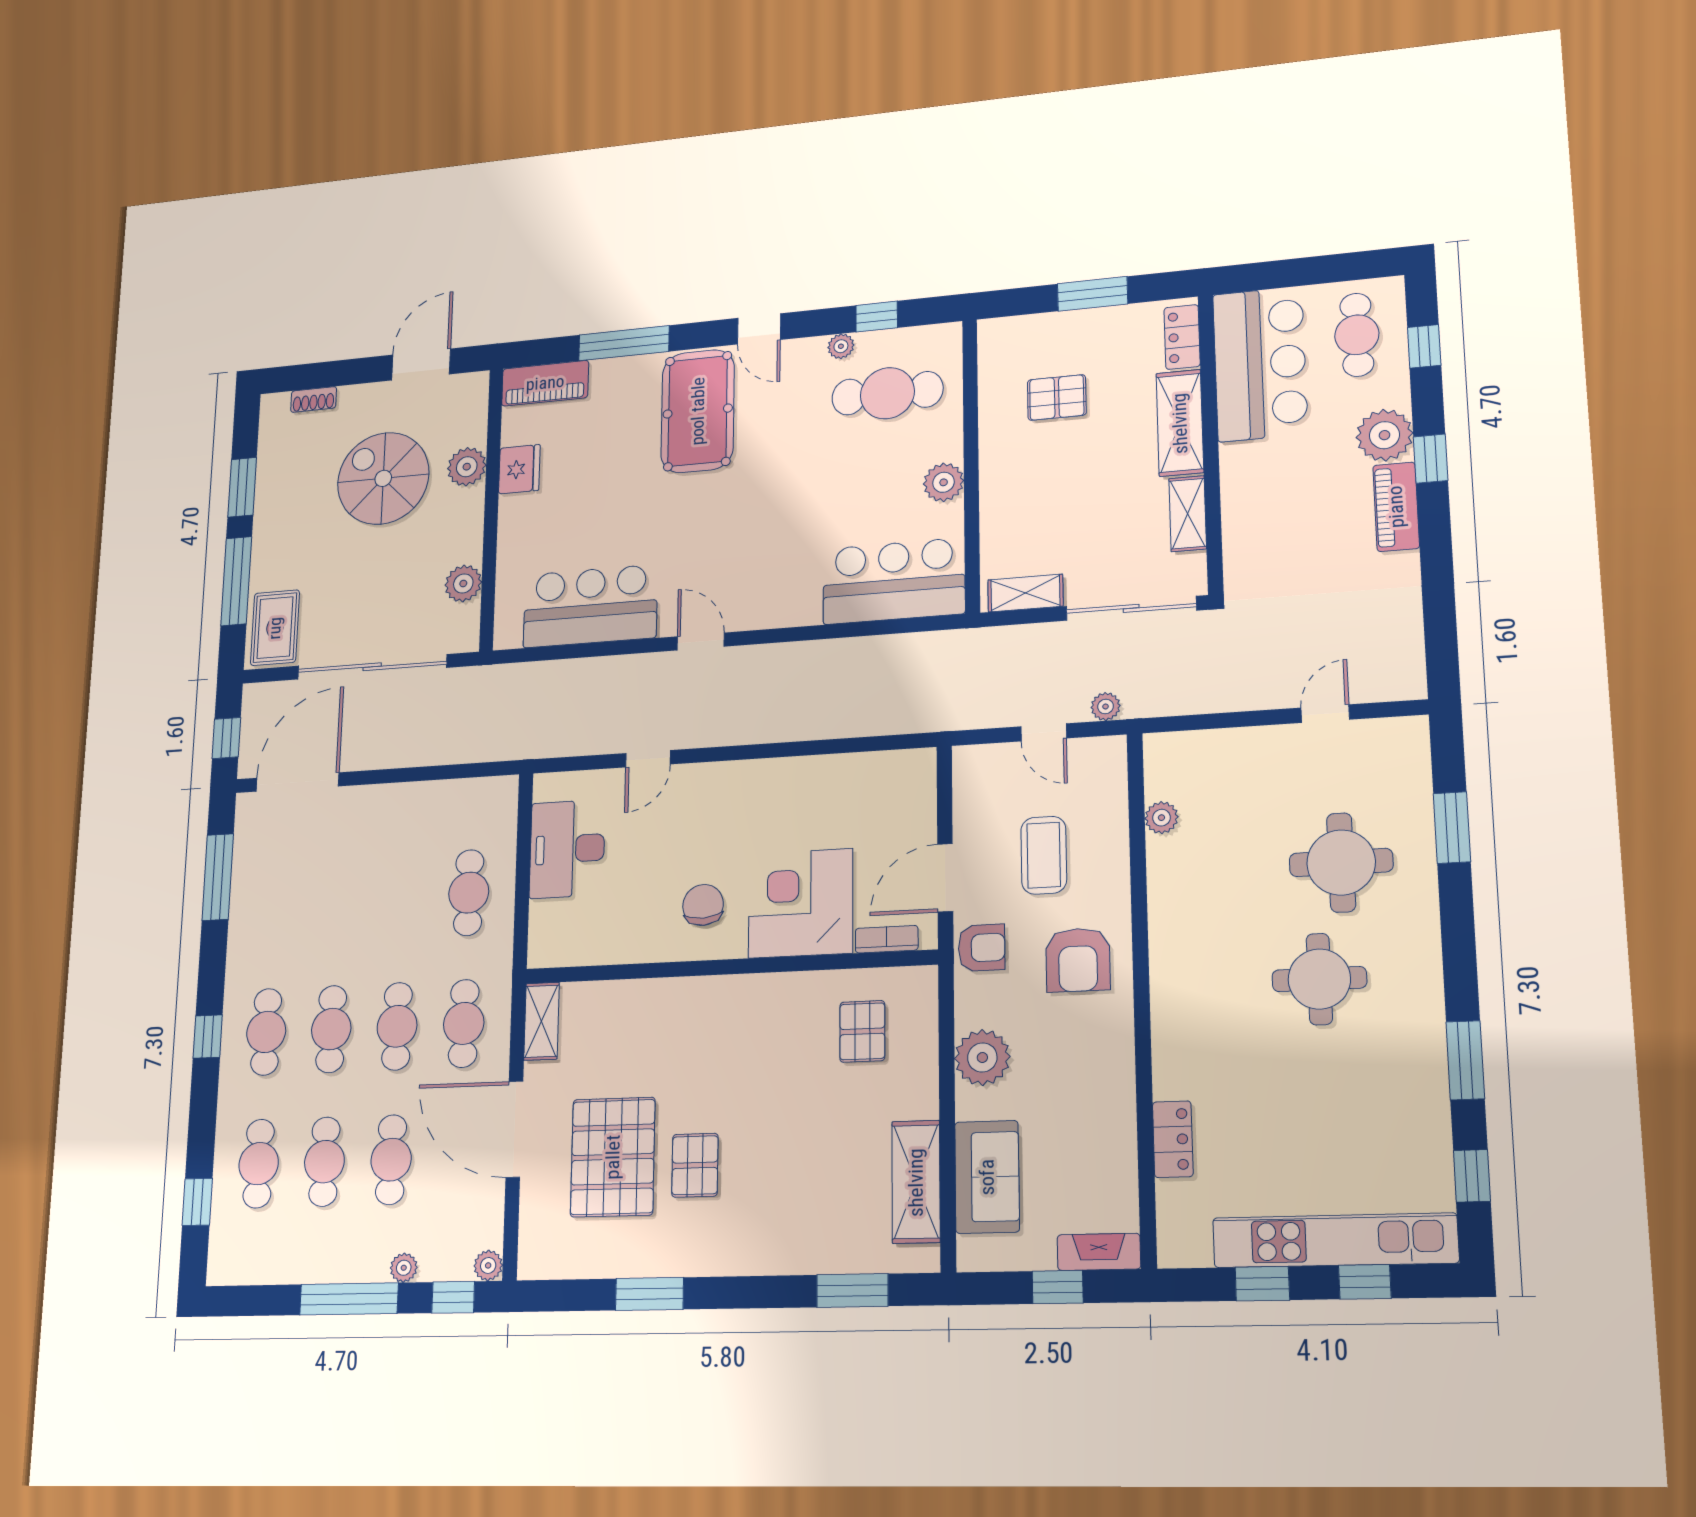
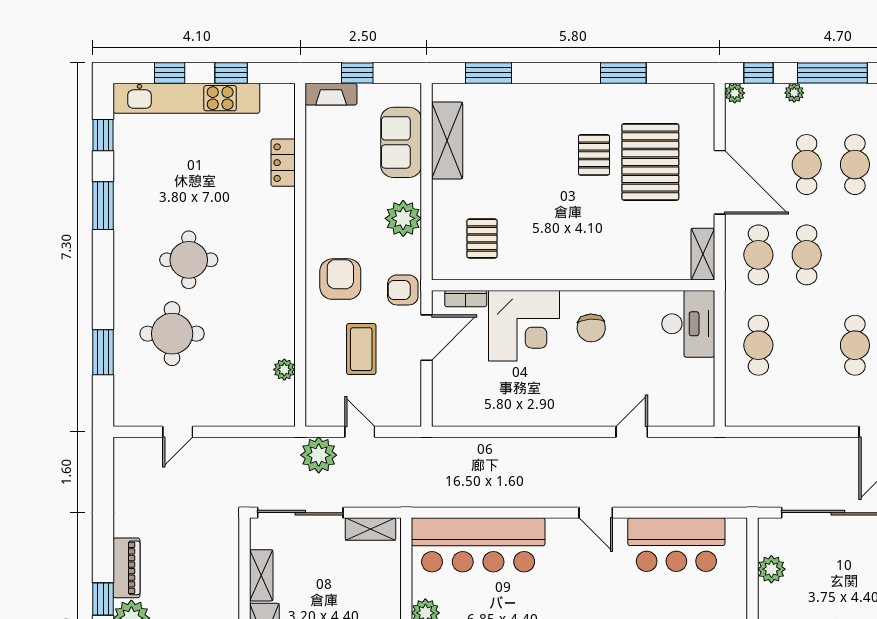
bar counter: (894, 581) -> (478, 545), width x1.36
plant: (1106, 707) -> (319, 455), width x1.88, depth x1.88
desk: (567, 849) -> (688, 324), moved
cafe table: (331, 1029) -> (855, 345), moved

